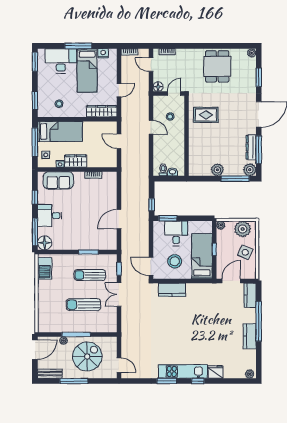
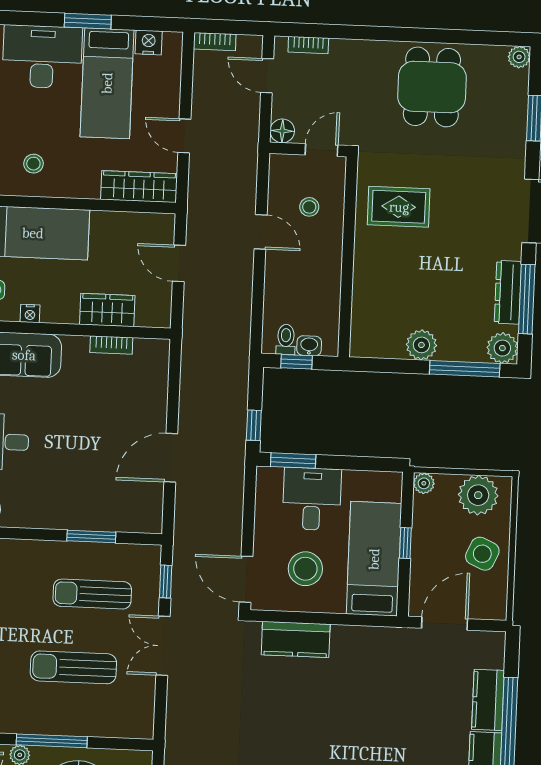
window: (78, 46) -> (88, 21), width x0.69
door: (119, 90) -> (184, 136), swing flipped
wardrobe: (76, 161) -> (107, 310), moved
window: (168, 179) -> (297, 362), added
kitchen counter: (250, 295) -> (488, 700), moved

